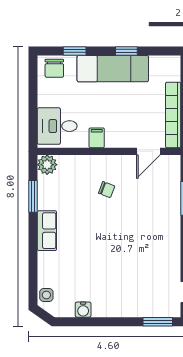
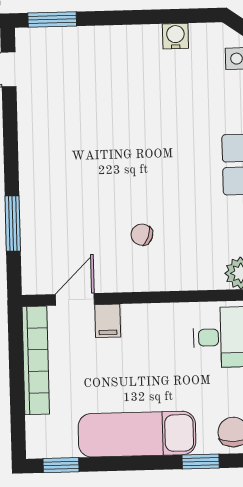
window: (126, 51) -> (61, 465), moved
filing cabinet: (97, 138) -> (108, 321), moved

